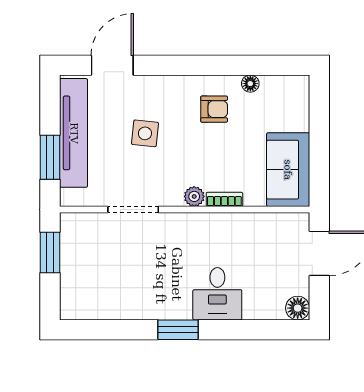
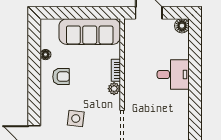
armchair: (214, 109) -> (61, 77), turned 90
sofa: (288, 170) -> (90, 32), width x1.36
window: (178, 330) -> (195, 98), removed

